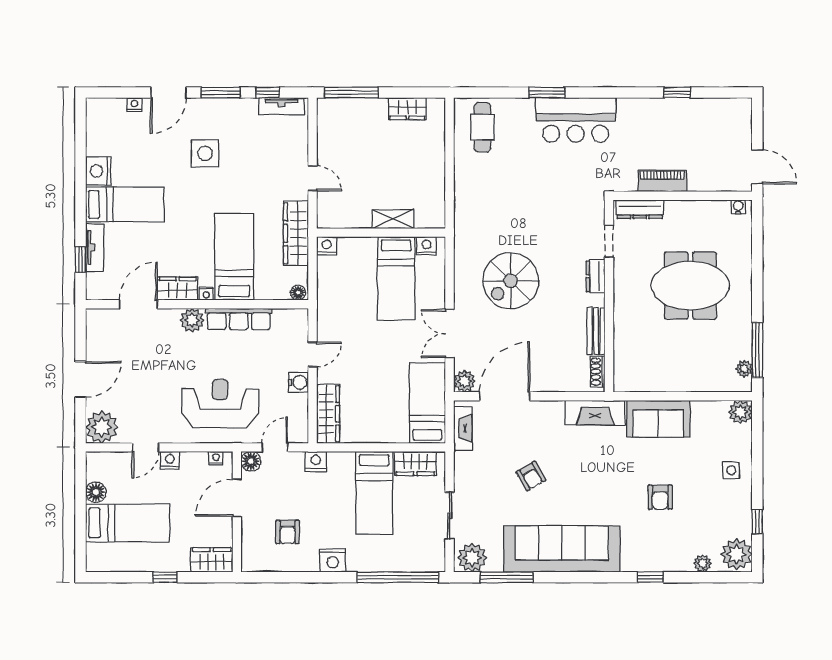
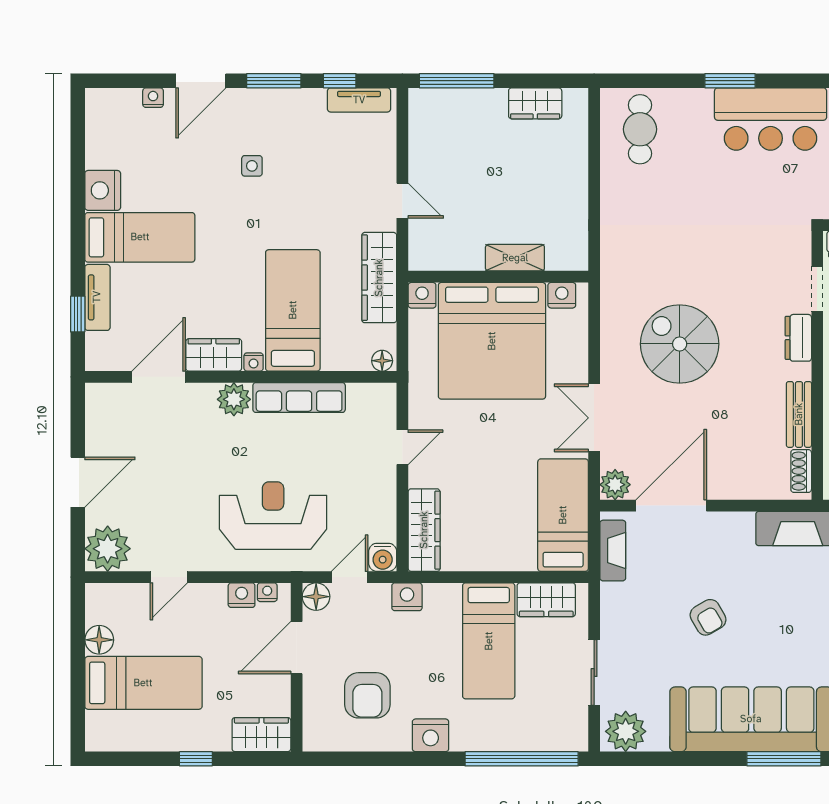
side table: (205, 153) -> (252, 166), width x0.54, depth x0.54
bed: (396, 278) -> (492, 341), width x2.04
spiral stairs: (511, 281) -> (680, 344), turned 90
water cooler: (298, 382) -> (383, 557), moved, turned 90
nightstand: (170, 460) -> (242, 595), moved
armchair: (288, 532) -> (367, 695), width x1.38, depth x1.38
window: (507, 577) -> (784, 759), moved

